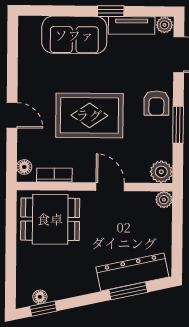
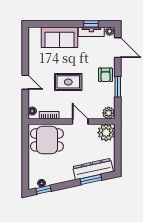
window: (111, 11) -> (91, 24), moved
rug: (89, 115) -> (68, 82), width x0.73, depth x0.70
plant: (164, 200) -> (106, 133), width x1.88, depth x1.88

